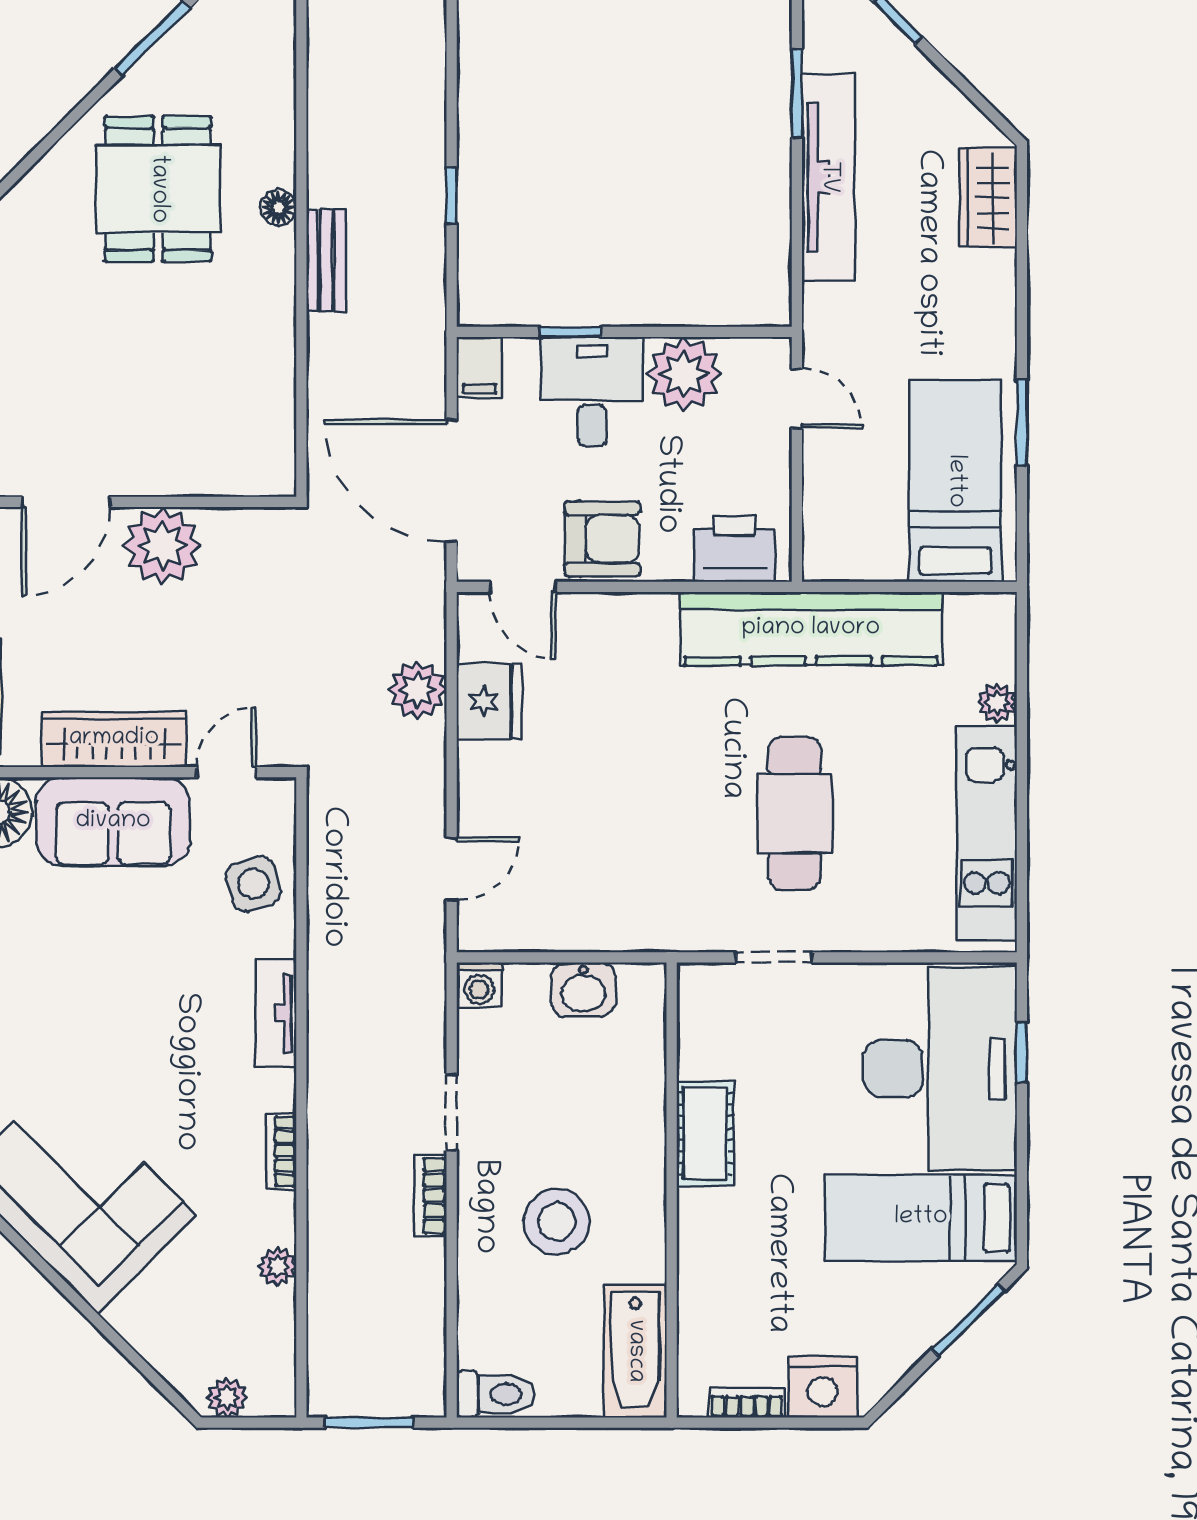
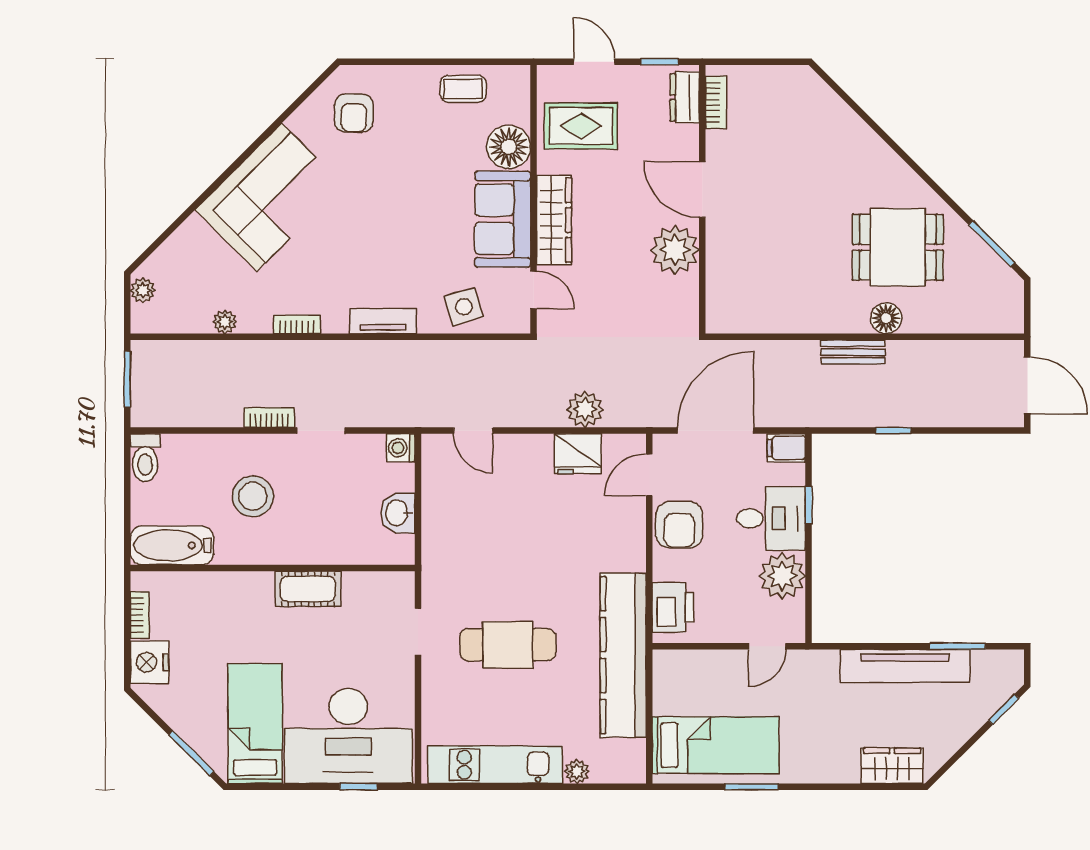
floor lamp: (278, 208) -> (886, 318), width x1.37, depth x1.37

